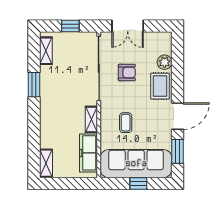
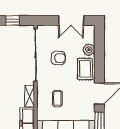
double door: (128, 26) -> (71, 20), moved

